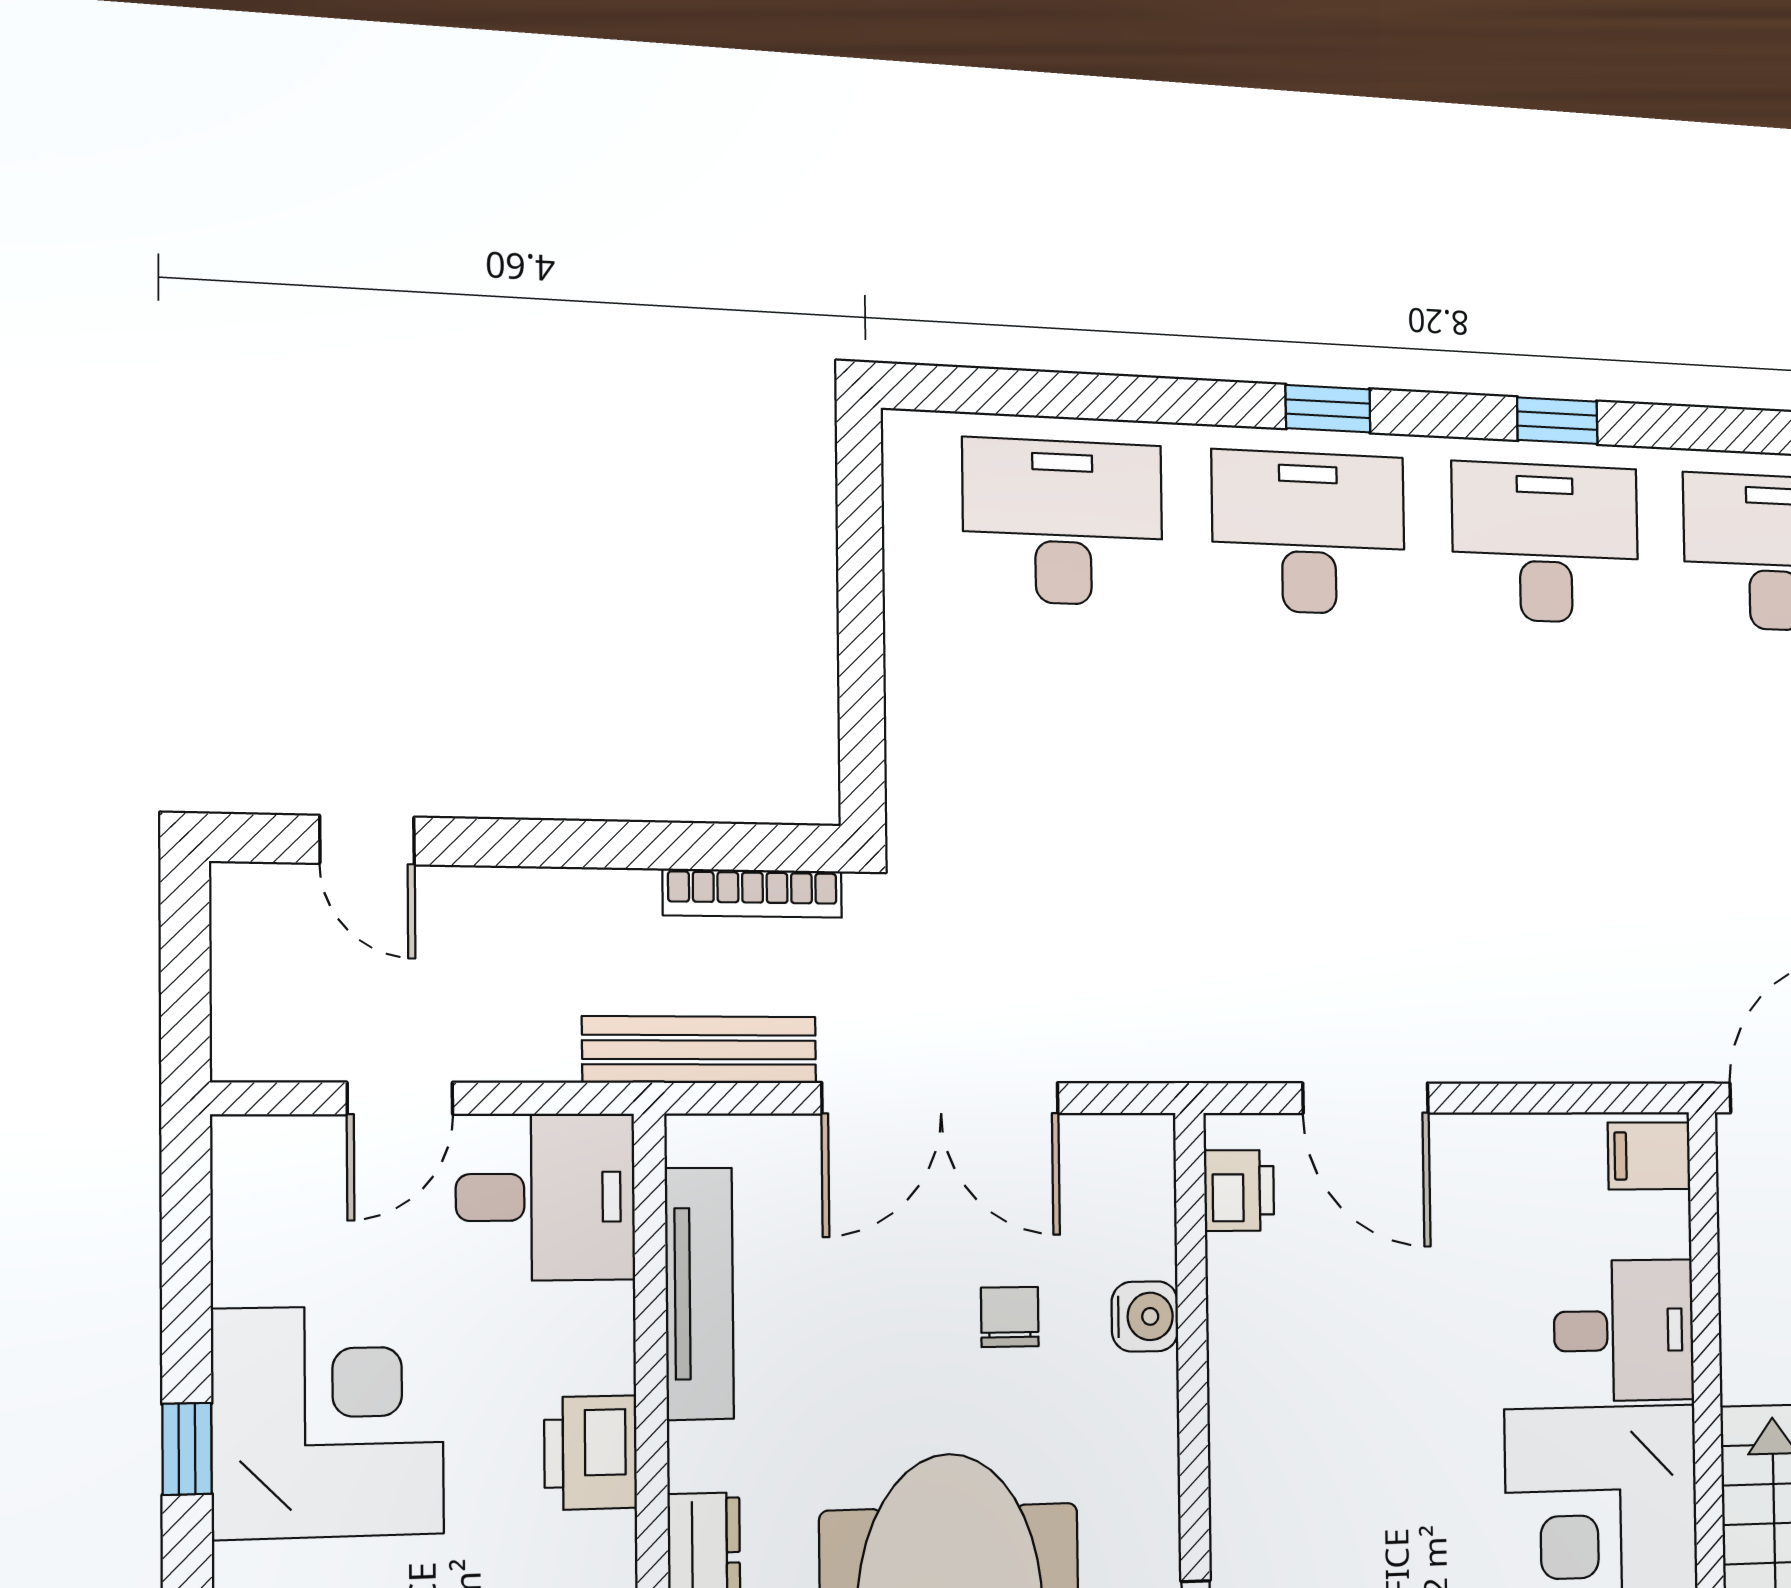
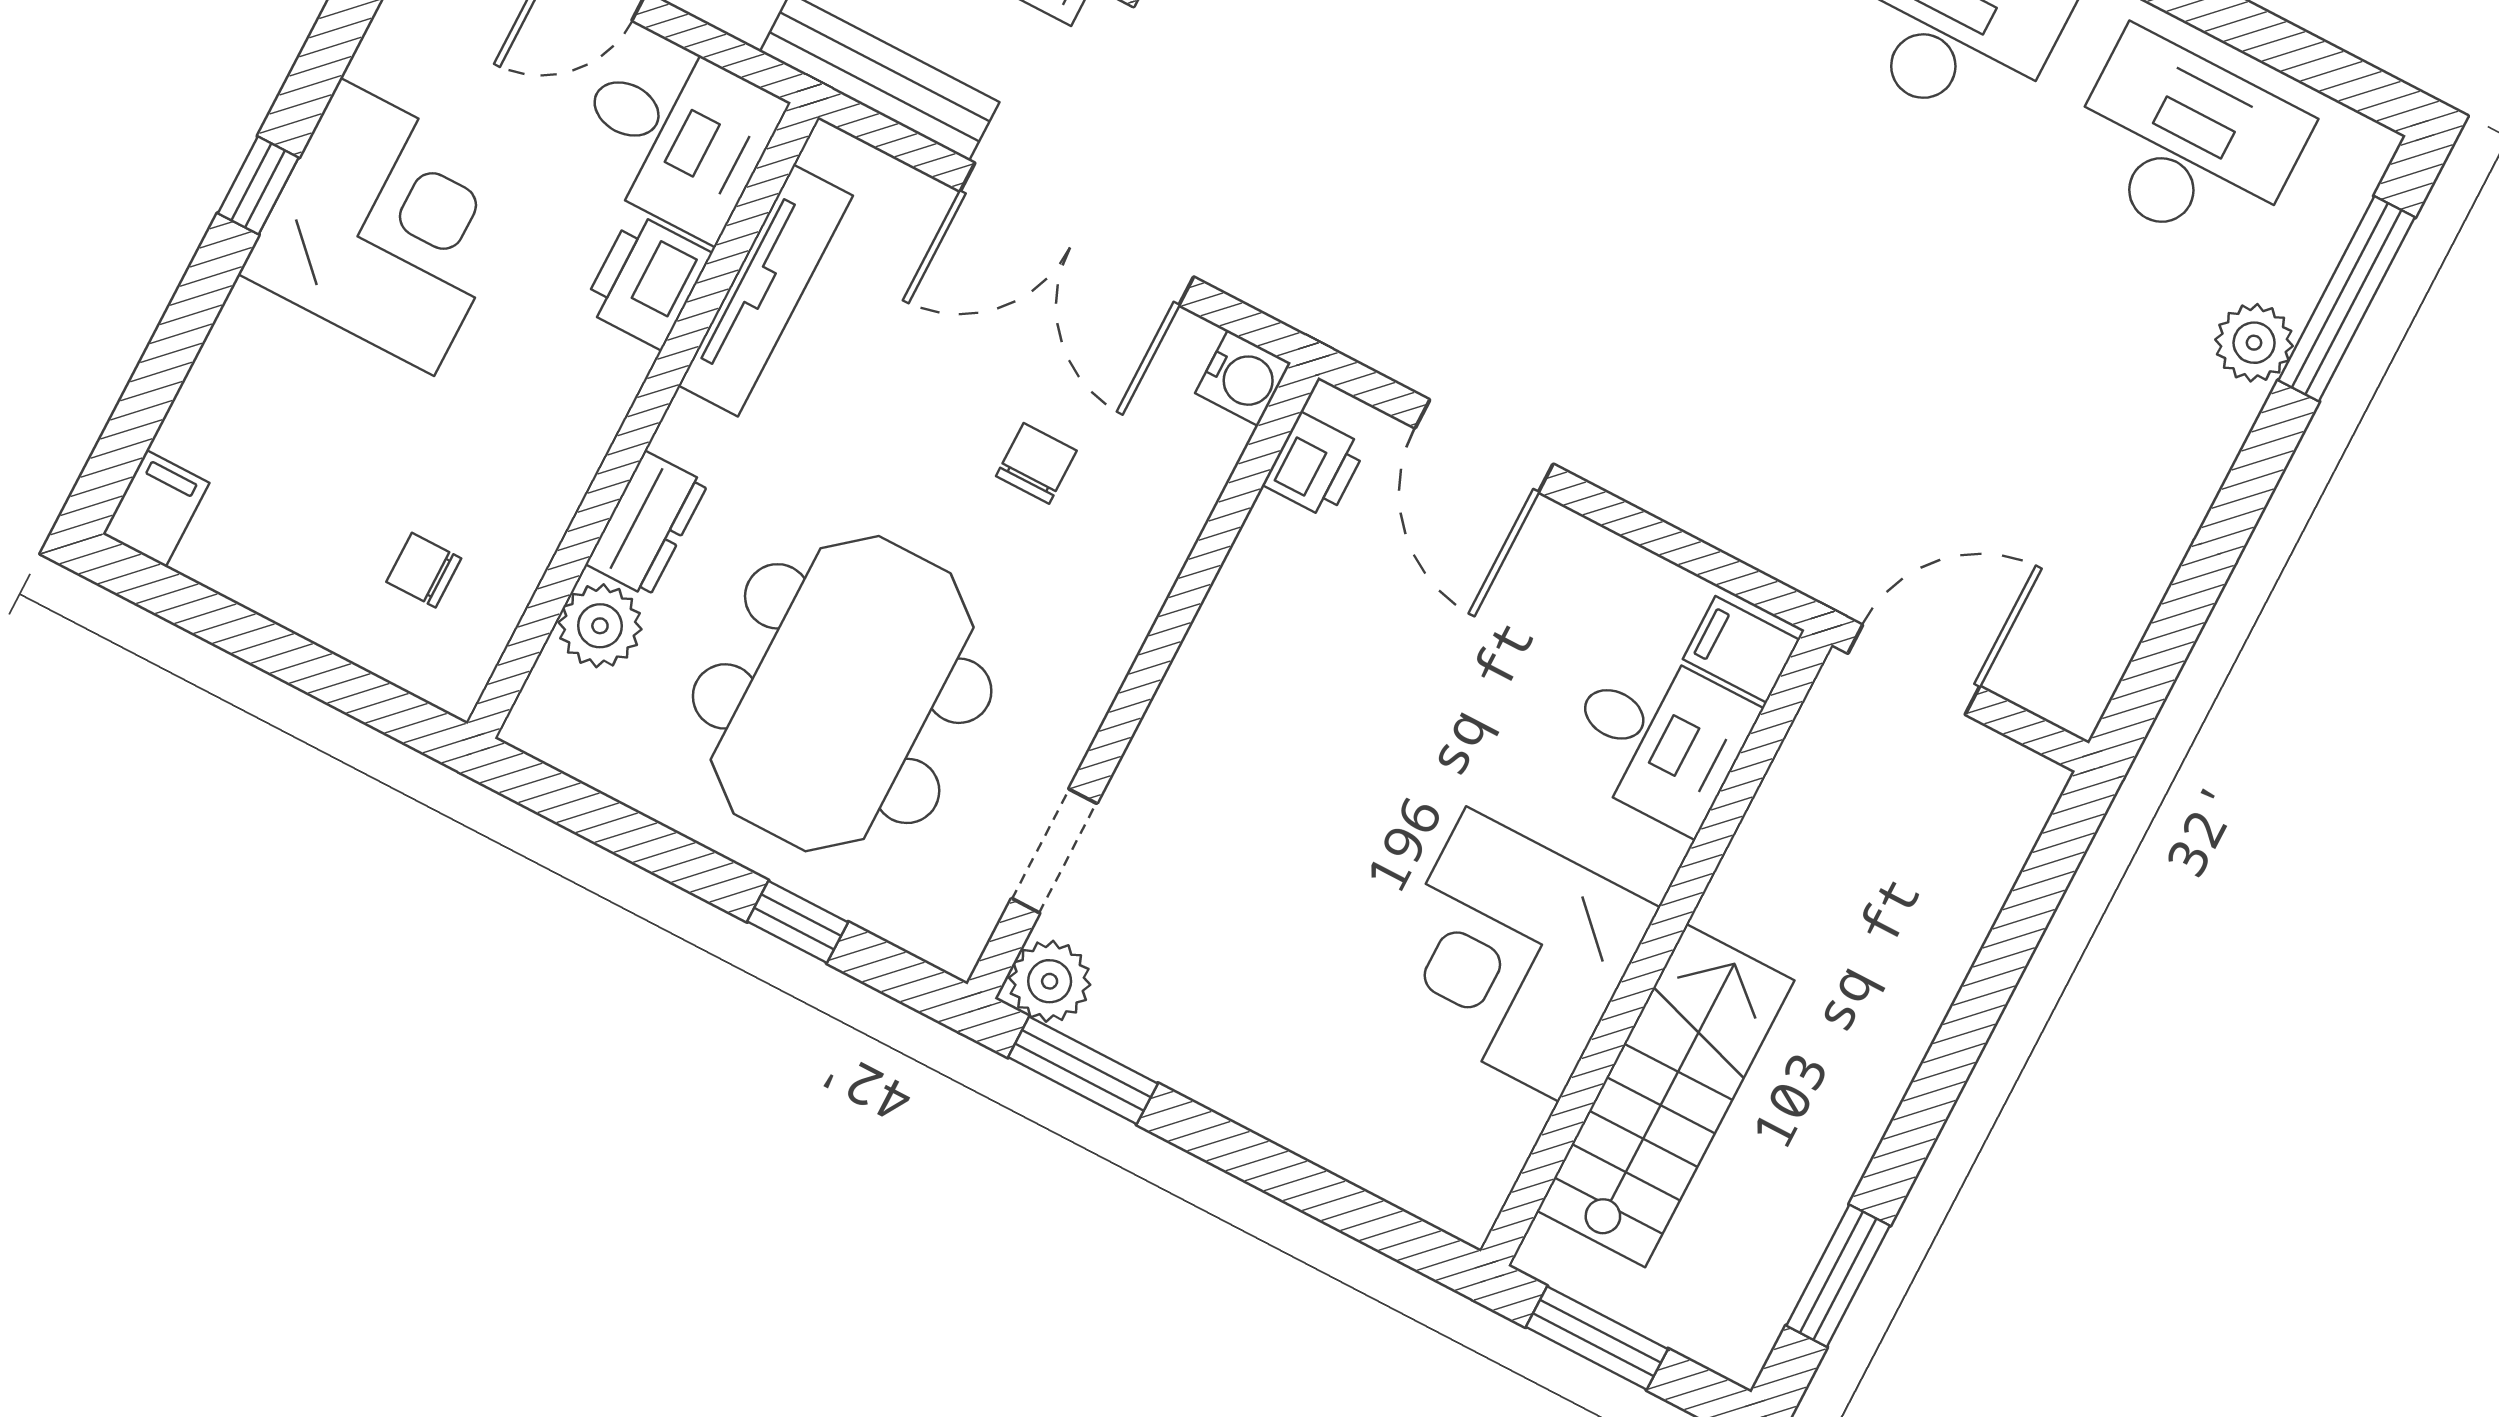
water cooler: (1145, 1316) -> (1243, 378), moved
desk: (1624, 1330) -> (1658, 737), moved
printer: (591, 1453) -> (647, 281), moved

